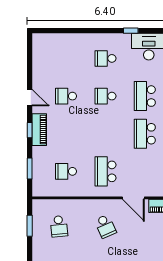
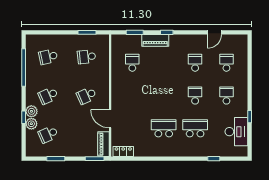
door: (30, 98) -> (214, 32), moved
piano: (39, 130) -> (155, 40), moved
school desk: (105, 171) -> (226, 63), moved, width x0.54
door: (133, 198) -> (110, 119), hinge flipped

